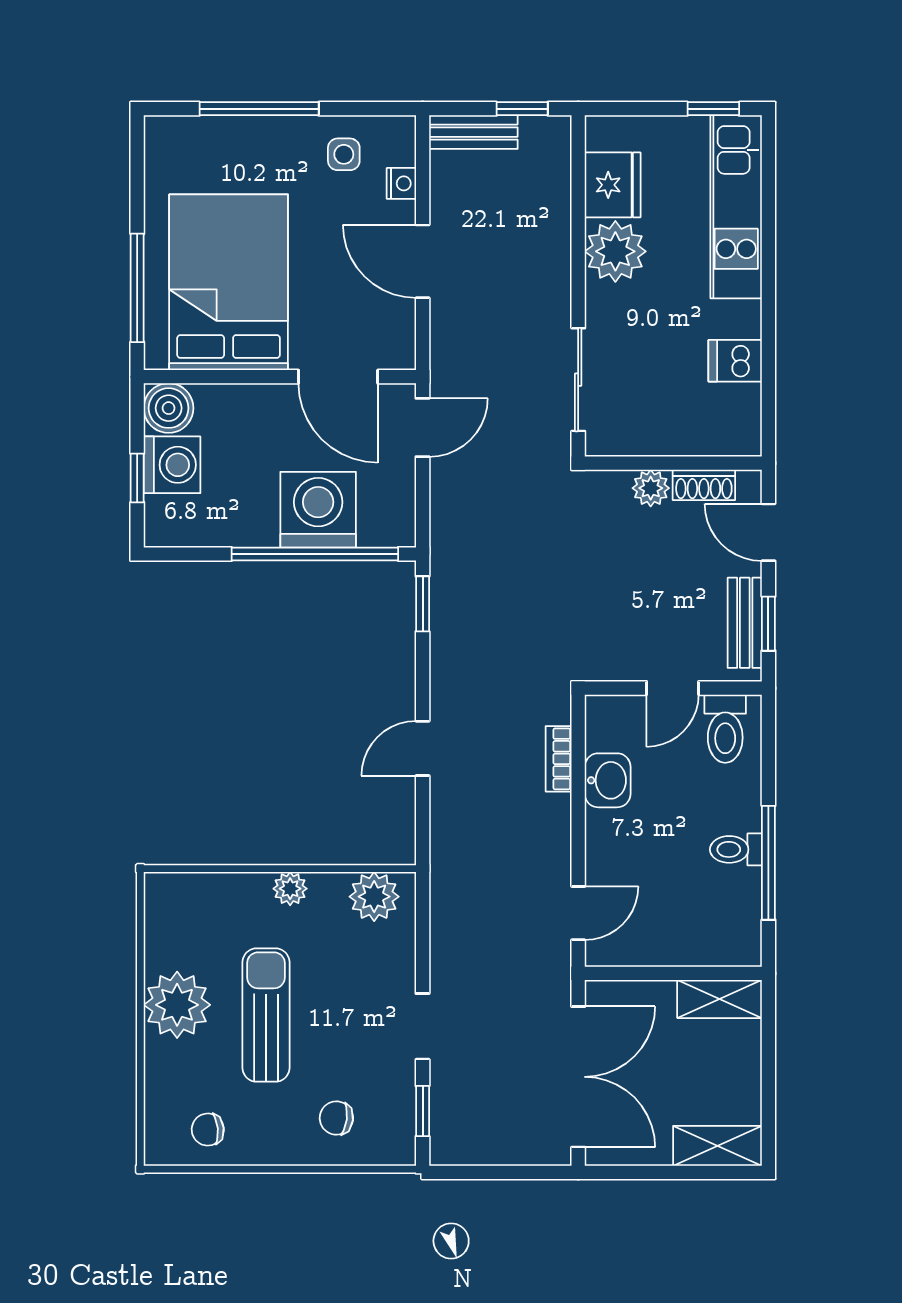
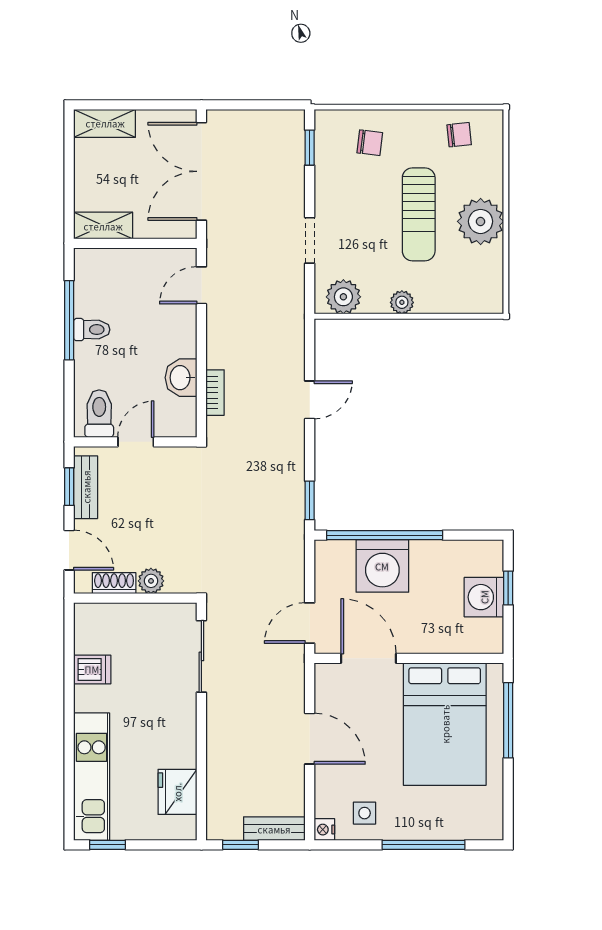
nightstand: (401, 183) -> (324, 830), moved
plant: (615, 251) -> (176, 746), removed
boiler: (169, 408) -> (486, 637), removed
doorway: (423, 1026) -> (310, 240), moved

